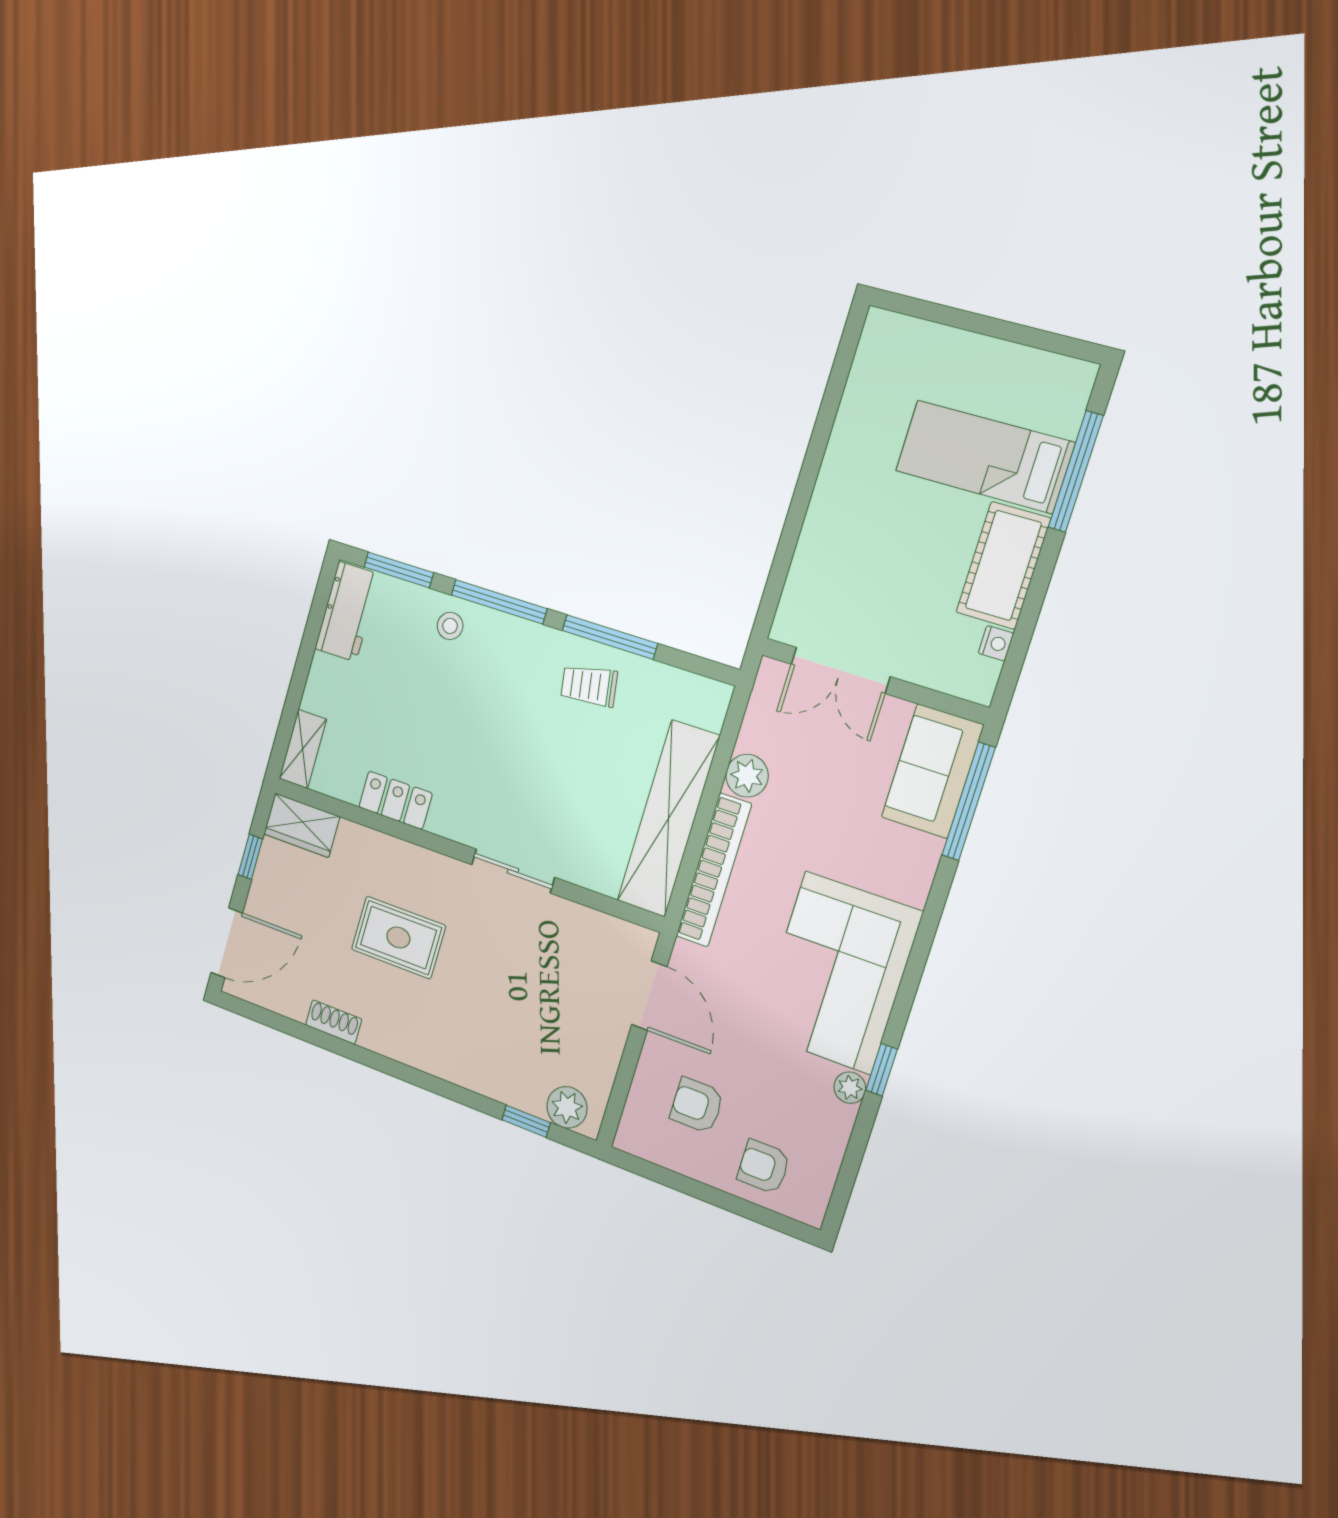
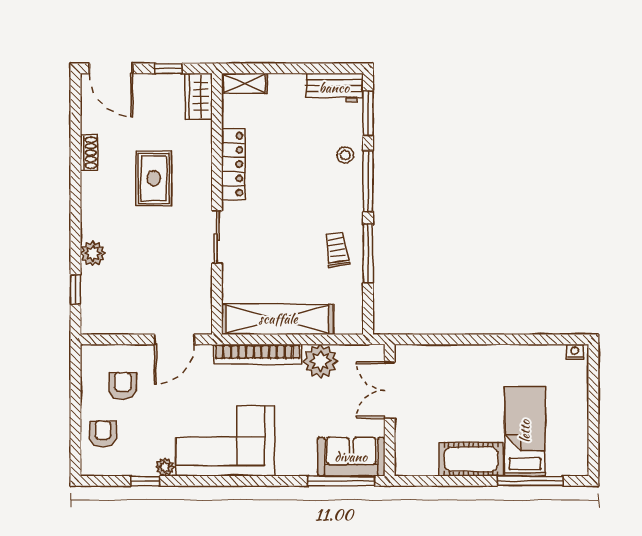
nightstand: (996, 643) -> (575, 352), moved, turned 180
plant: (747, 776) -> (320, 361), width x1.36, depth x1.36
locker: (395, 800) -> (233, 164), width x1.53
window: (882, 1070) -> (145, 481), moved
plant: (567, 1107) -> (93, 253), moved

